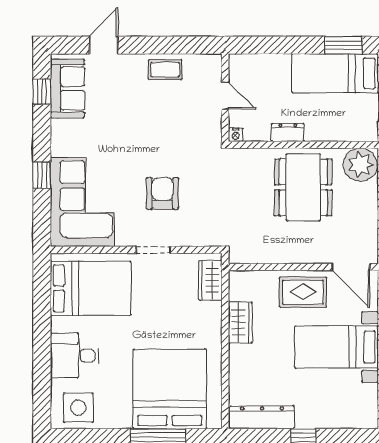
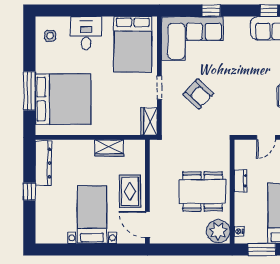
nightstand: (236, 135) -> (239, 231), moved
armchair: (163, 193) -> (198, 94), turned 43
door: (351, 267) -> (147, 225), hinge flipped
wardrobe: (210, 280) -> (149, 121), moved, turned -90
side table: (78, 408) -> (50, 36), width x0.54, depth x0.54

